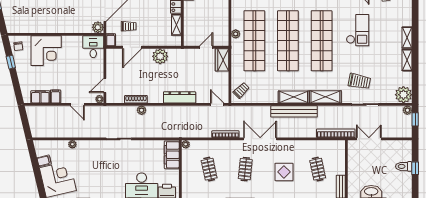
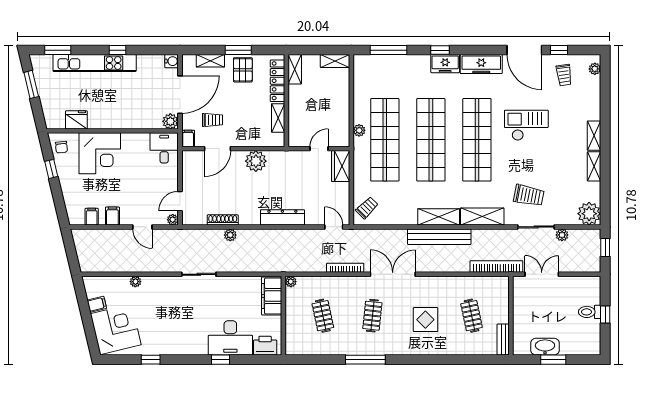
fridge: (29, 26) -> (76, 120), added
checkout: (358, 30) -> (526, 125), turned -90
filing cabinet: (40, 97) -> (92, 217), width x0.50
plant: (407, 110) -> (562, 235), moved

